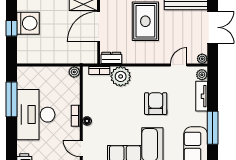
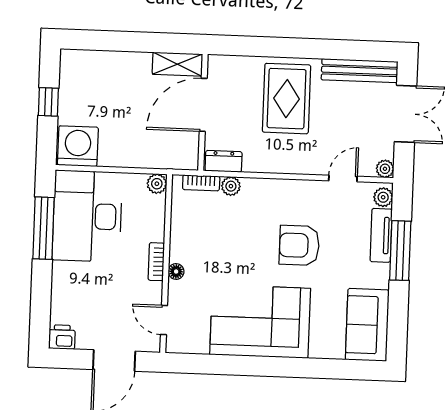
washing machine: (28, 23) -> (78, 146), moved, turned -90
plant: (121, 76) -> (231, 186), width x0.53, depth x0.53
armchair: (156, 104) -> (299, 245), turned -90
desk: (36, 115) -> (87, 216), moved
window: (213, 128) -> (400, 251), moved

